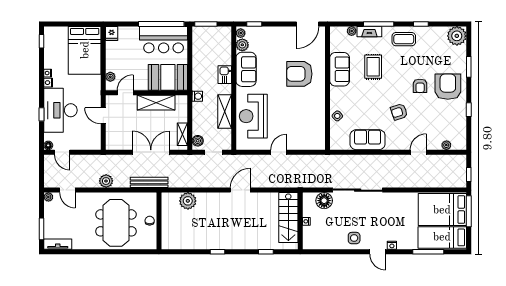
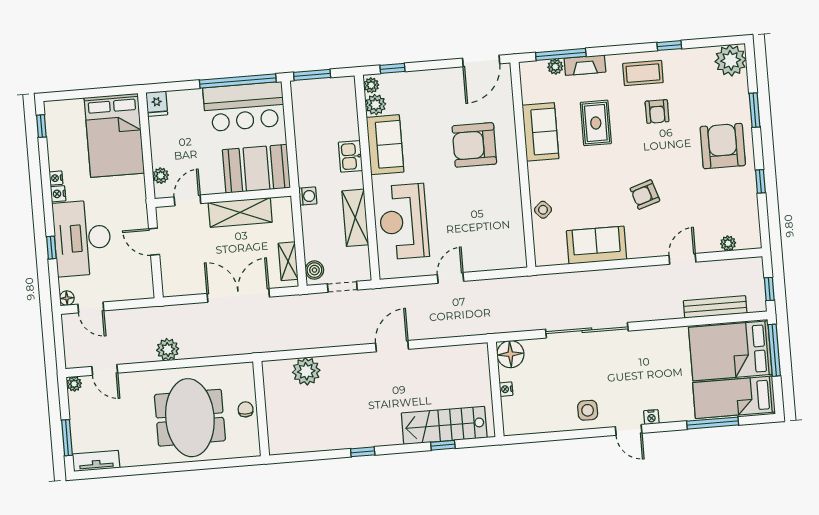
window: (379, 24) -> (561, 54), moved
armchair: (420, 86) -> (657, 111), moved
bench: (149, 182) -> (715, 307), moved
floor lamp: (324, 201) -> (510, 354), moved
stairs: (288, 218) -> (444, 425), moved, turned 90

